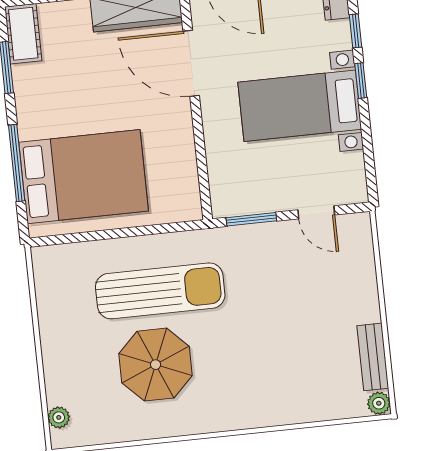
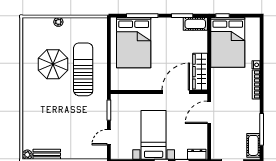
sun lounger: (160, 291) -> (83, 69), turned 180
plant: (59, 417) -> (58, 22), moved

